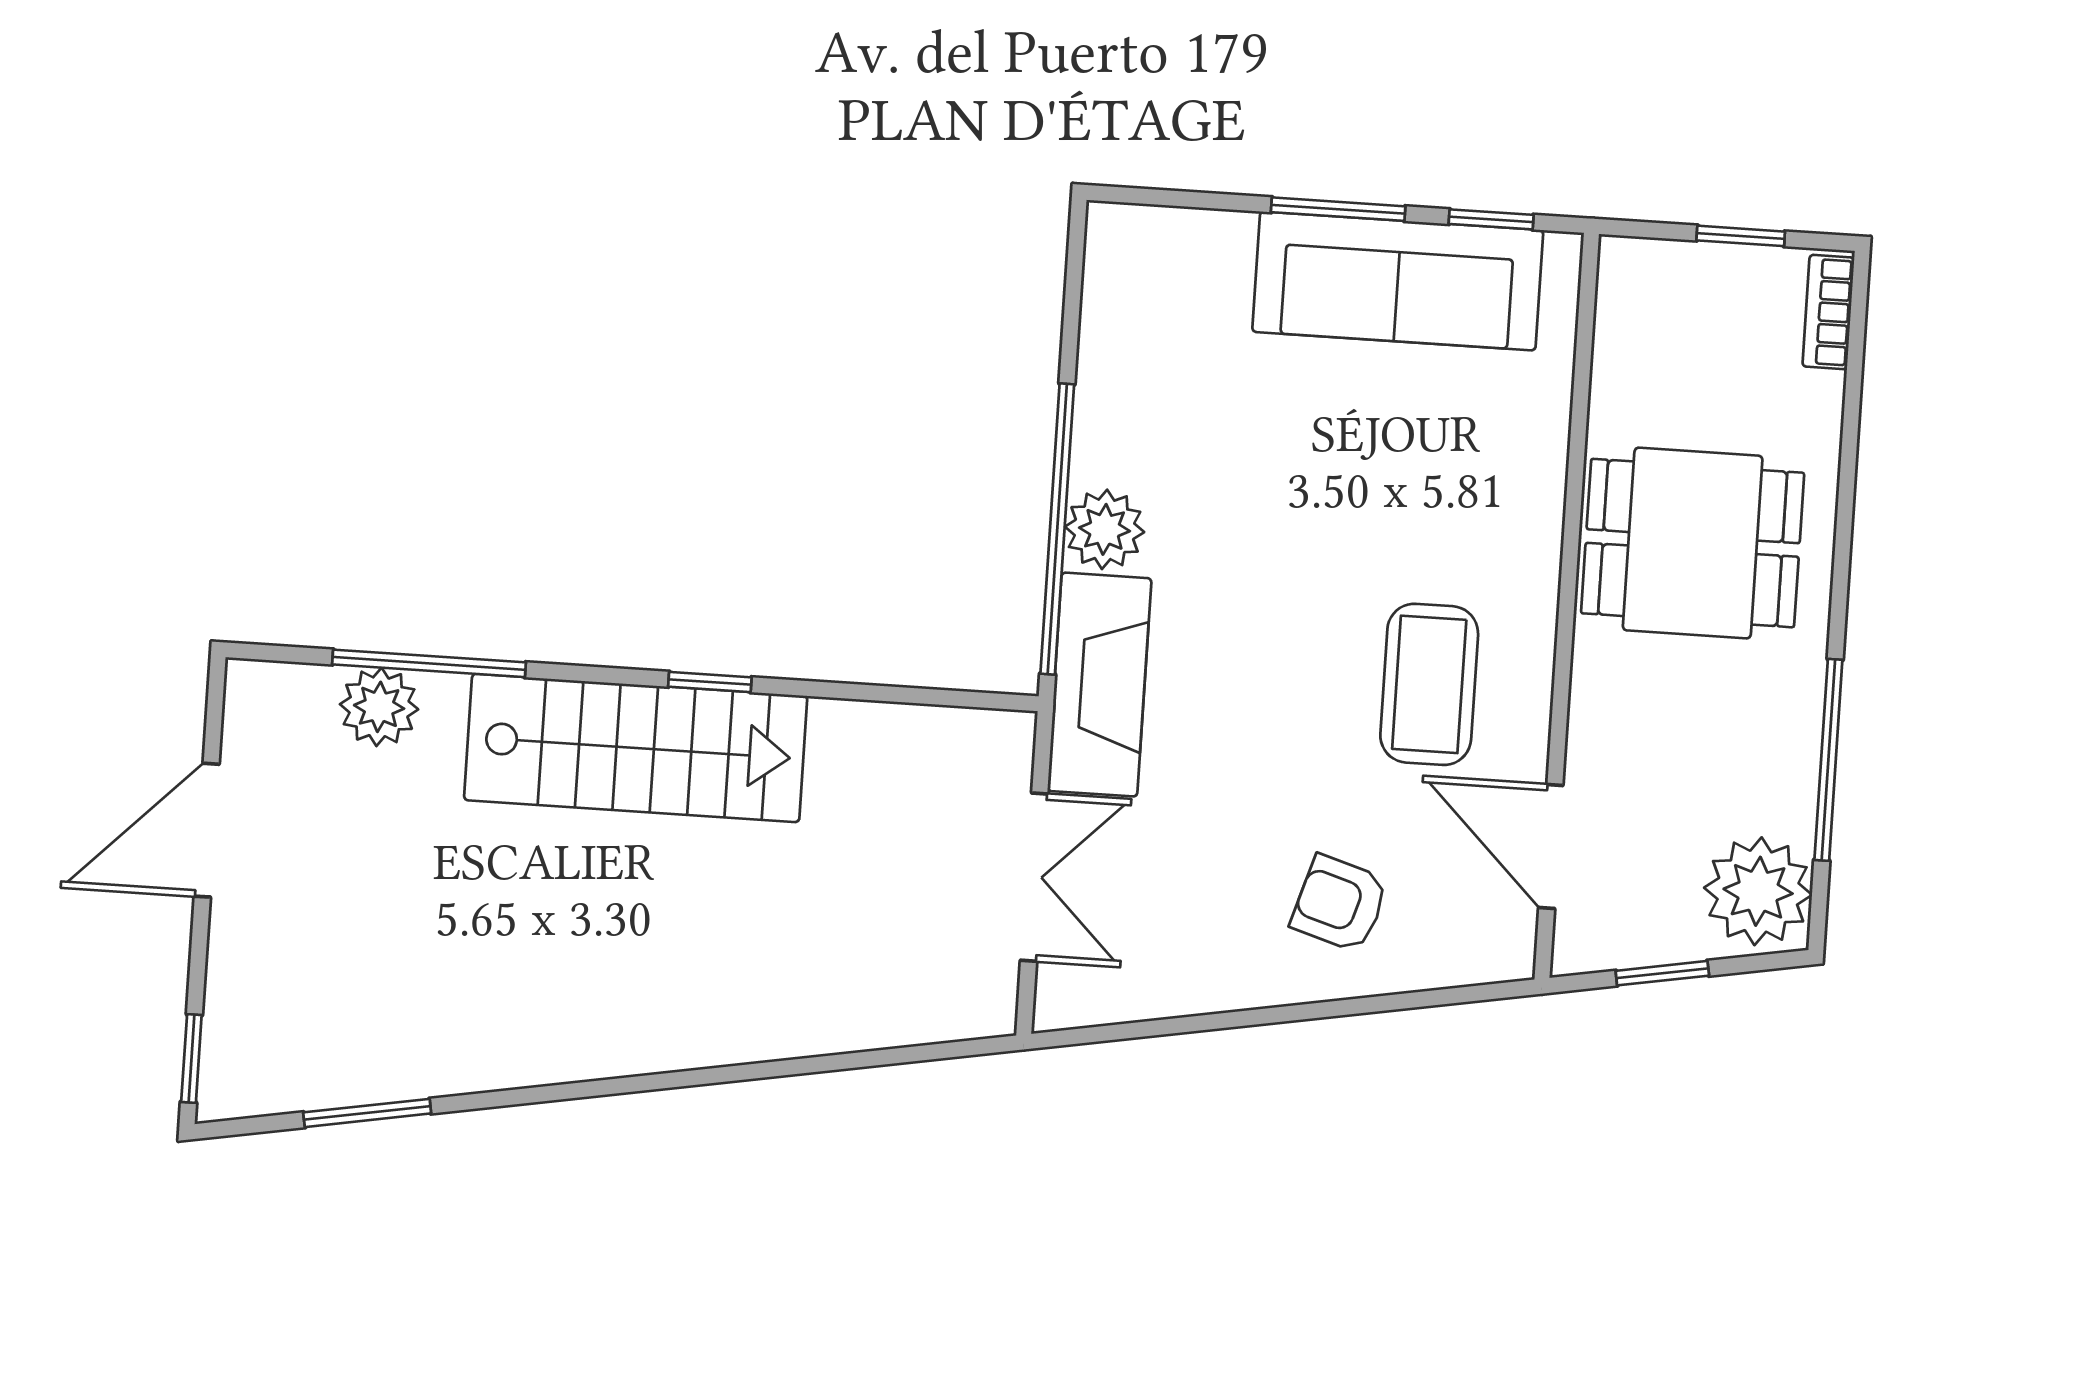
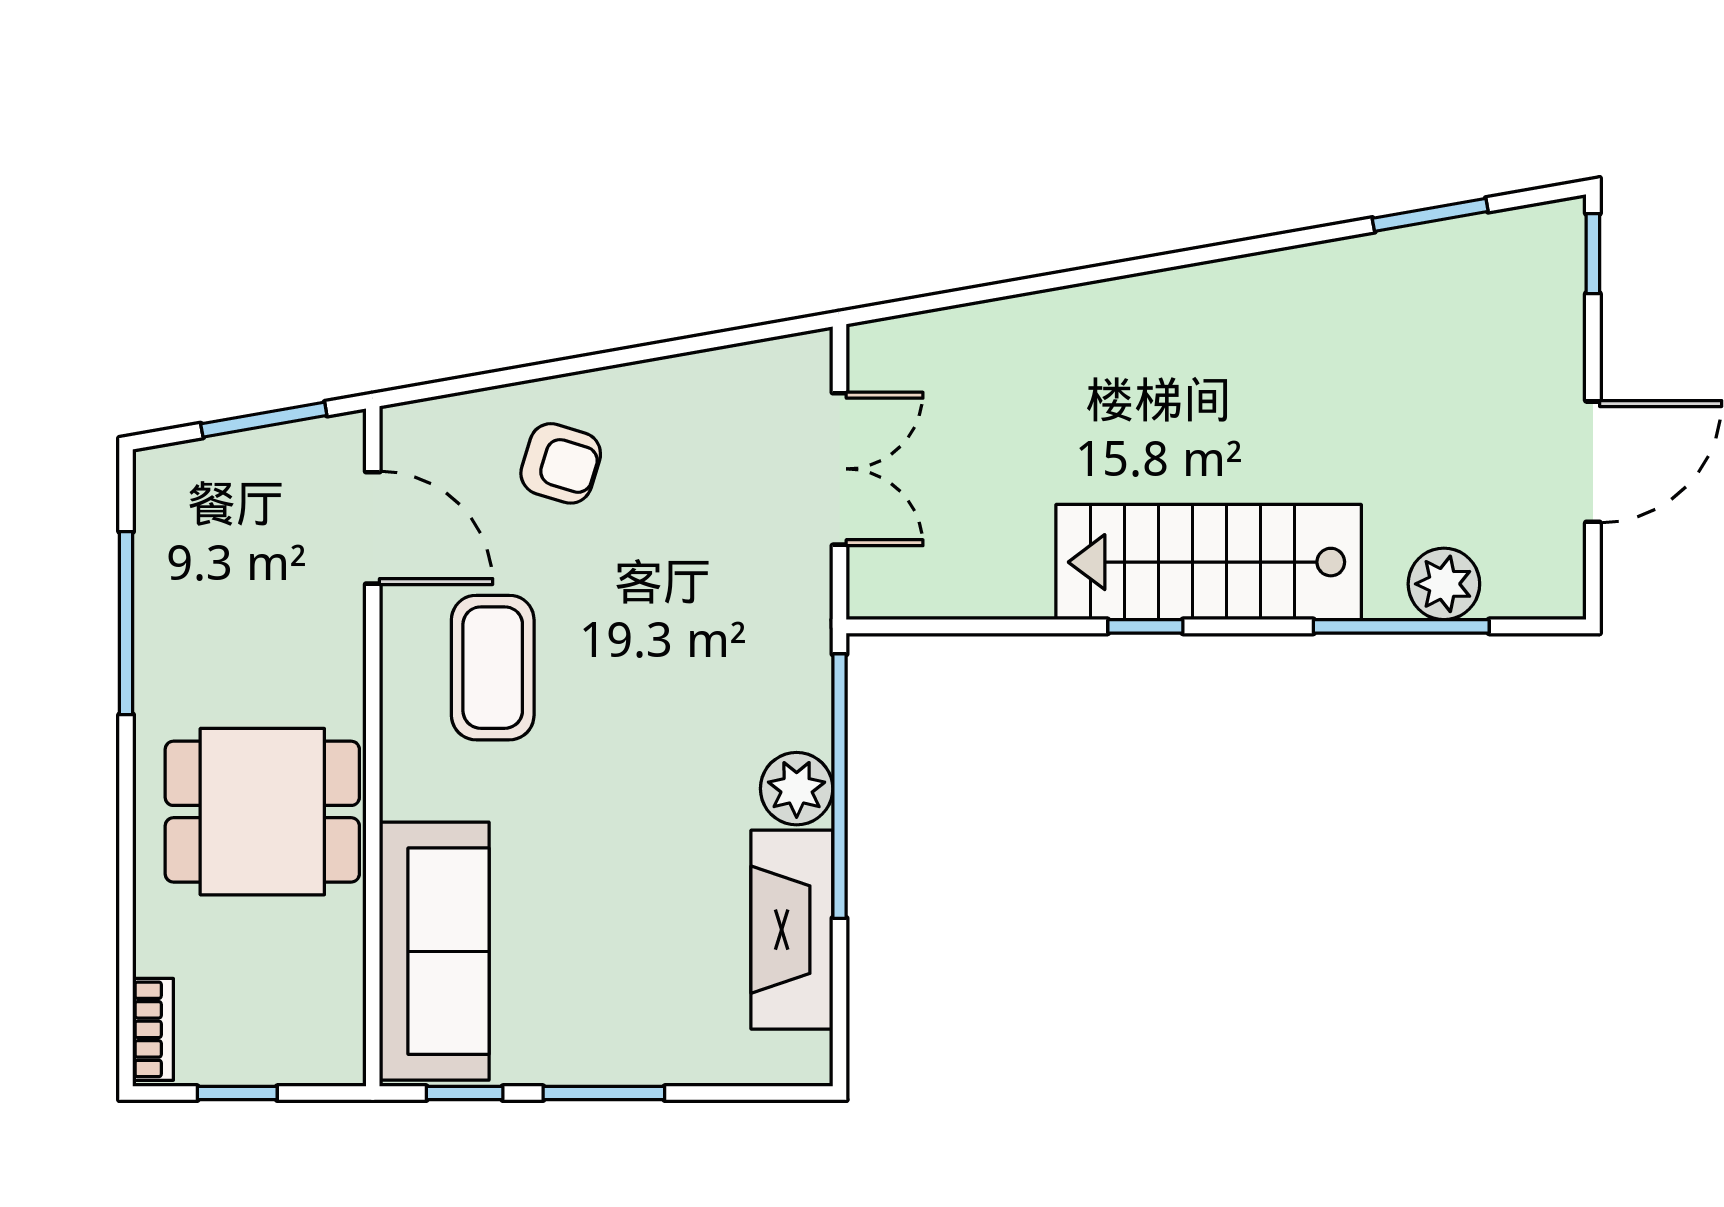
sofa: (1398, 281) -> (434, 951), moved, turned 90
fireplace: (1099, 685) -> (792, 930), moved
double door: (1034, 877) -> (839, 469), swing flipped
plant: (1758, 891) -> (182, 500), removed
window: (1662, 973) -> (264, 420), width x1.50

